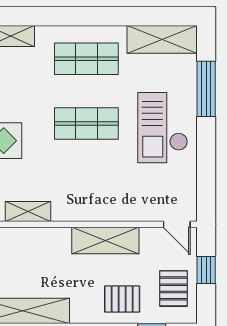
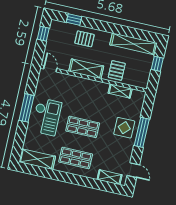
window: (206, 89) -> (27, 108), moved
window: (206, 270) -> (43, 34), moved
pallet: (174, 288) -> (117, 70), moved

